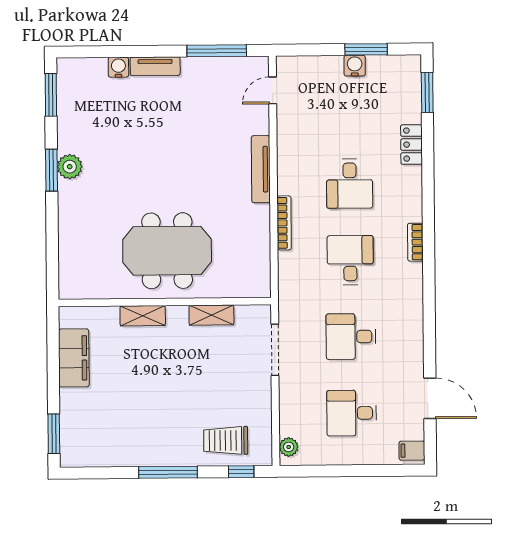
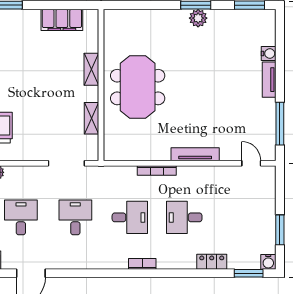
water cooler: (355, 66) -> (268, 262), moved, turned 90

